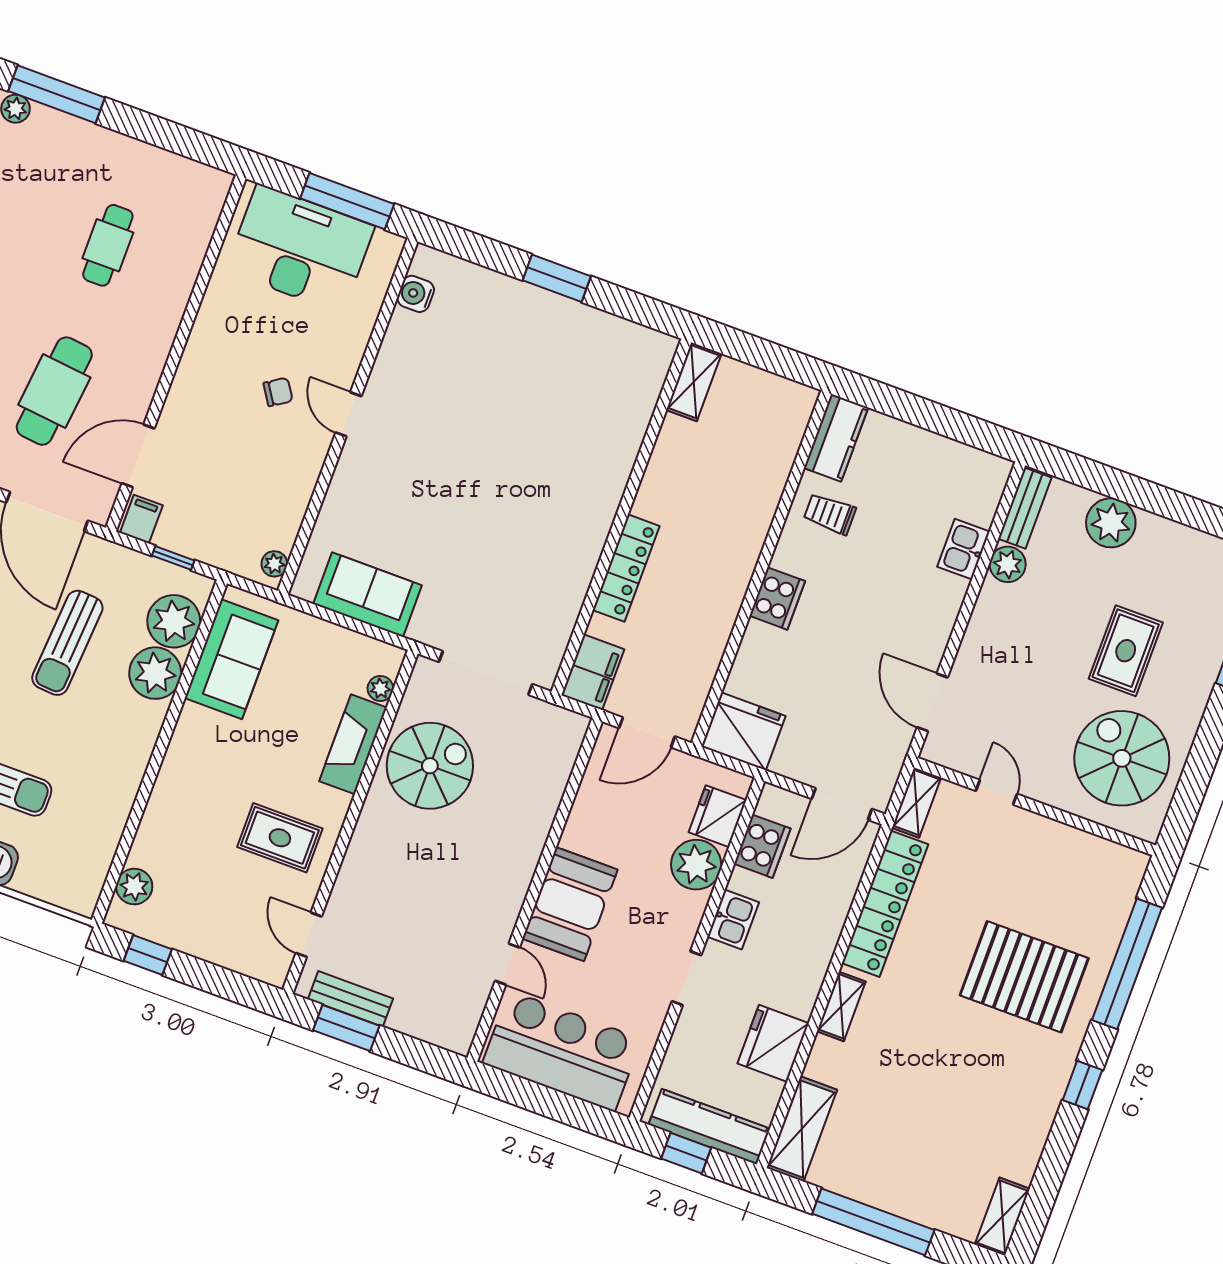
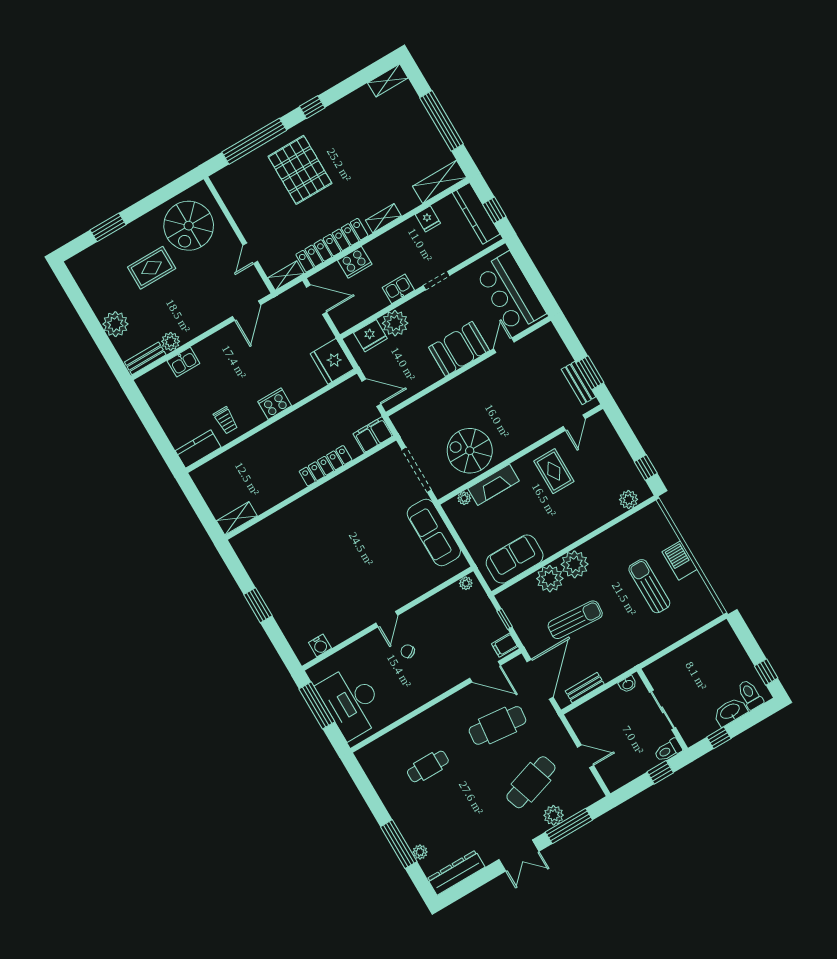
sofa: (368, 595) -> (434, 532), width x1.36
plant: (174, 621) -> (575, 564), moved
cooker: (762, 846) -> (355, 262), moved, turned 180
fridge: (773, 1043) -> (428, 219), width x0.53, depth x0.75

